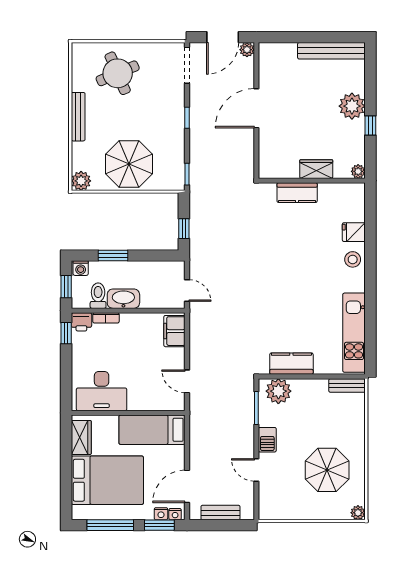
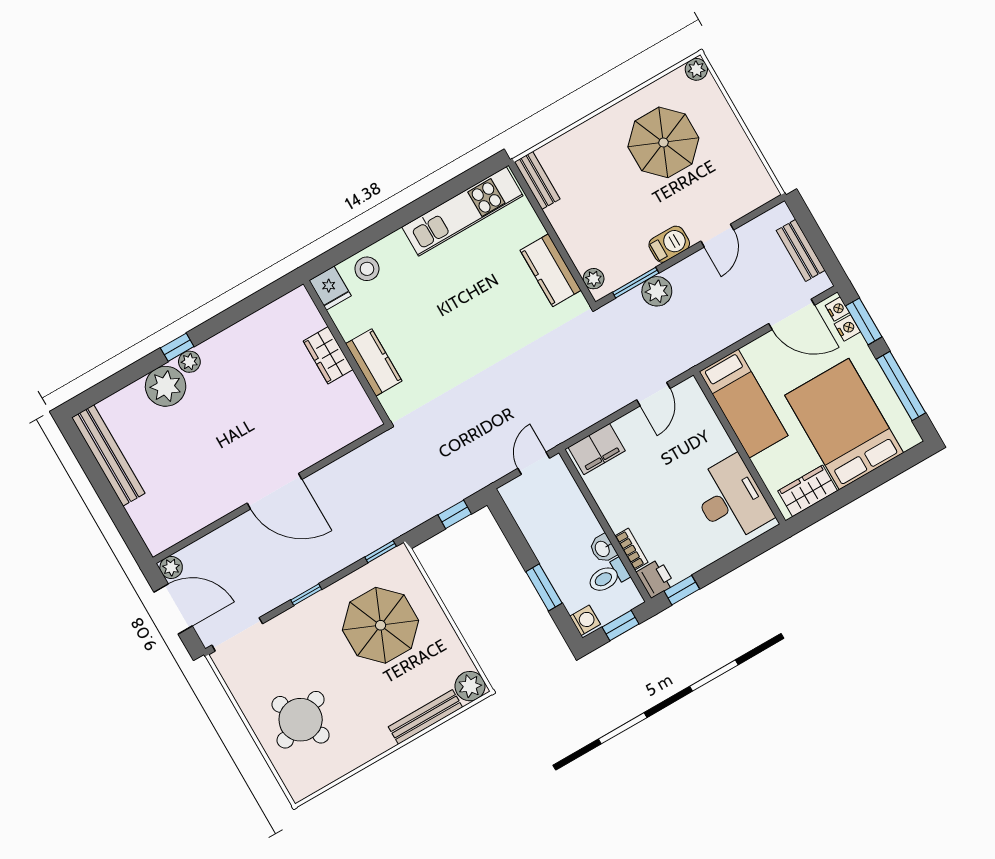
door: (256, 108) -> (275, 491), moved
bench: (78, 117) -> (425, 717), moved
parasol: (129, 164) -> (381, 625), moved
wardrobe: (316, 169) -> (328, 355), moved
plant: (358, 171) -> (189, 362), moved
wall: (312, 181) -> (347, 352), moved
kitchen counter: (297, 193) -> (374, 362), moved
washbasin: (123, 299) -> (603, 549), width x0.52, depth x0.69
plant: (278, 391) -> (594, 279), width x0.53, depth x0.53
plant: (244, 417) -> (657, 291), added

